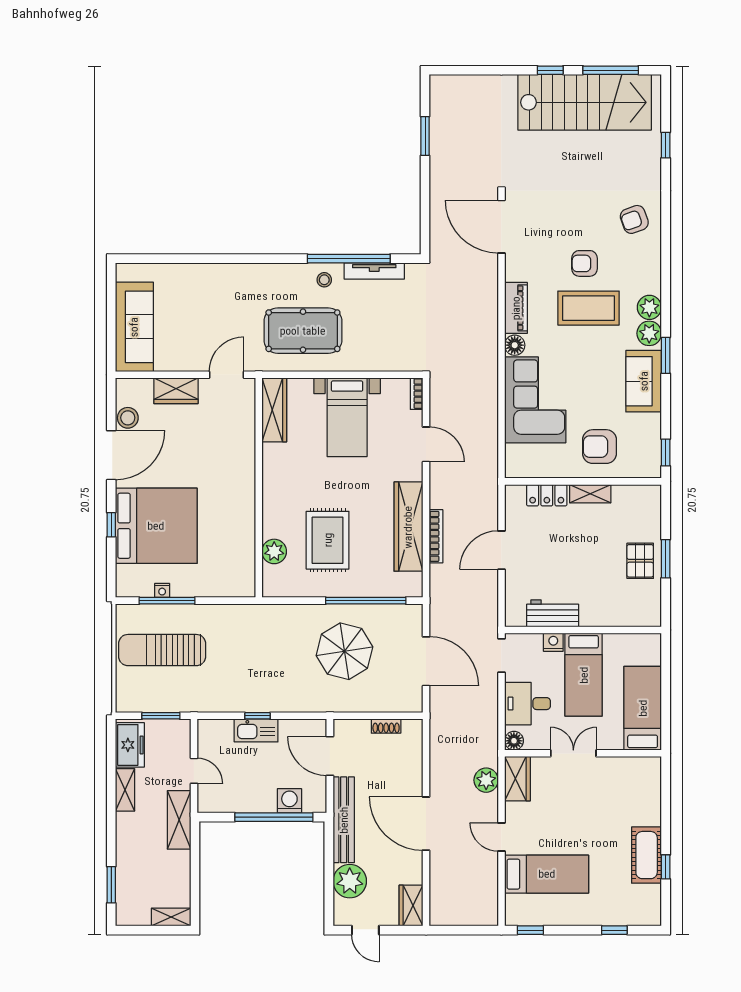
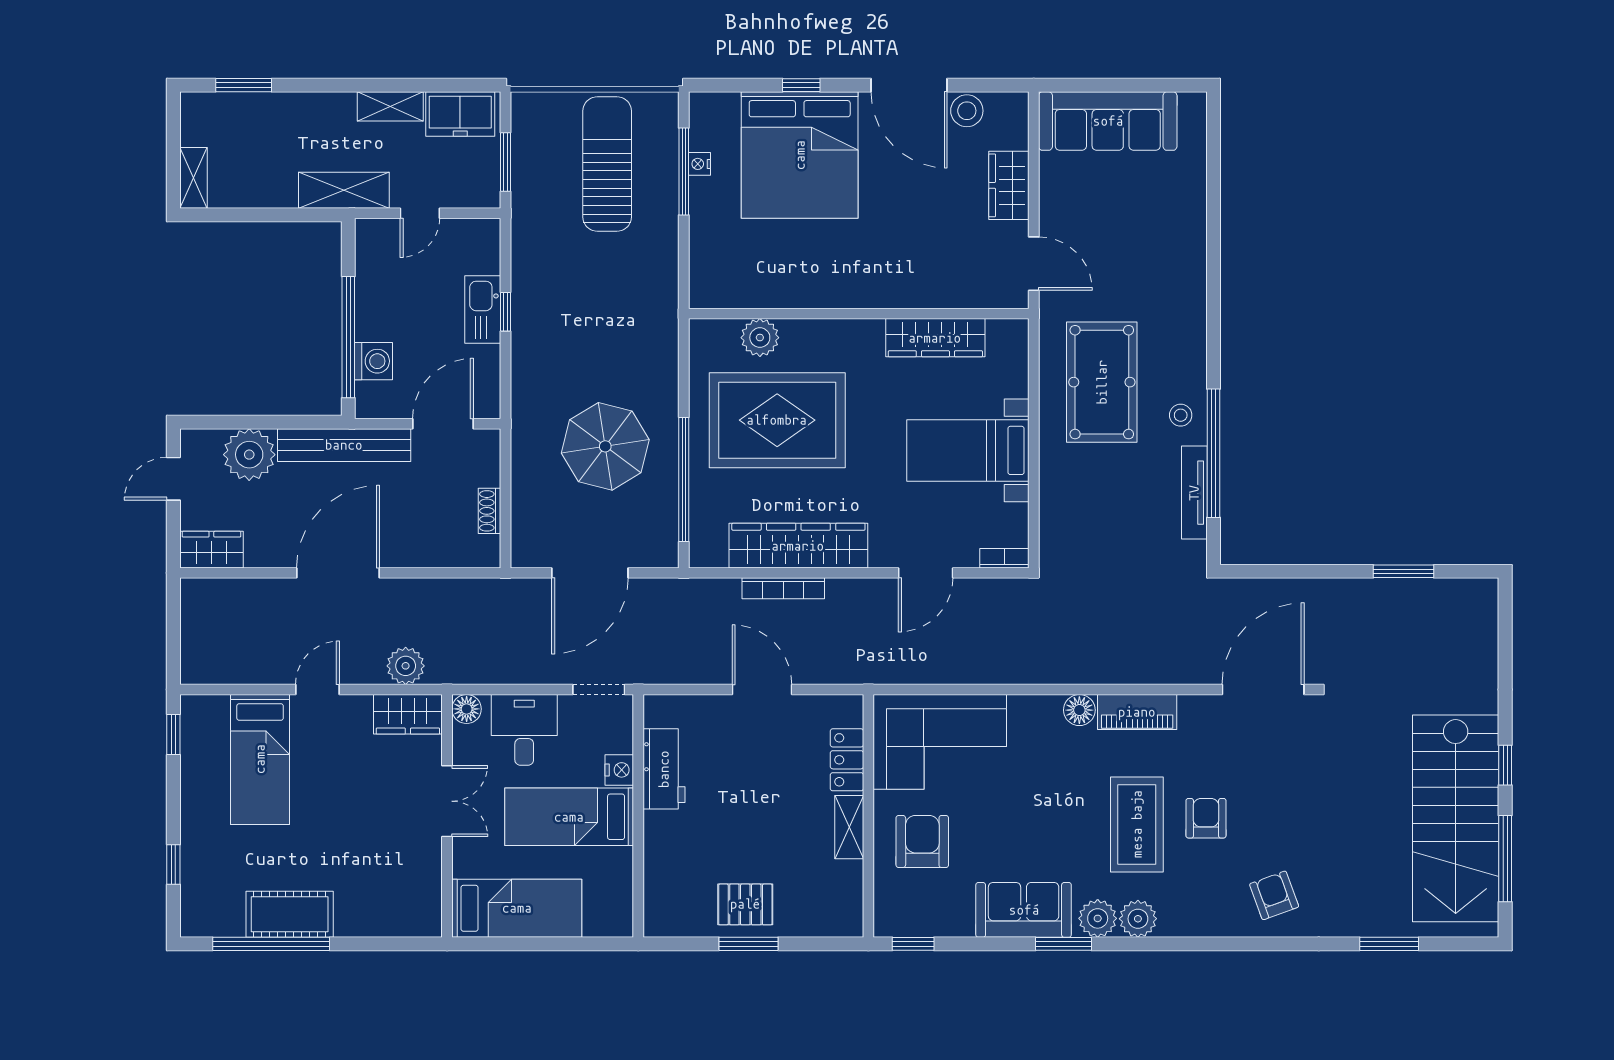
window: (666, 145) -> (1389, 944), width x1.50
corner sofa: (535, 400) -> (940, 742), moved
wardrobe: (274, 410) -> (935, 338), moved
rug: (328, 540) -> (777, 420), width x1.37, depth x1.44
window: (666, 867) -> (271, 944), width x3.17

